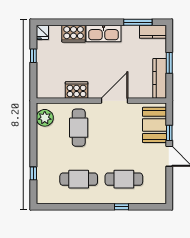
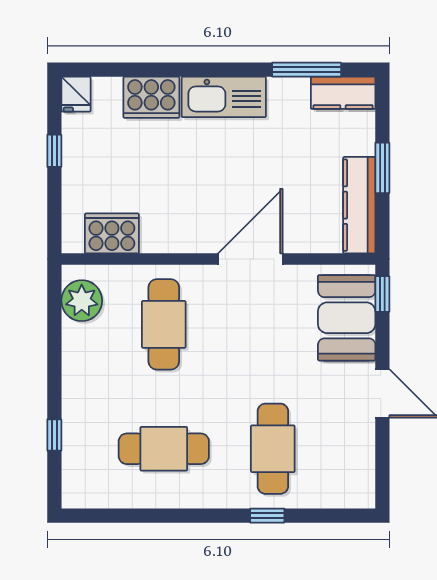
cooker: (77, 90) -> (112, 233), moved
window: (169, 133) -> (382, 294), moved
cafe table: (124, 179) -> (273, 449), turned 90

